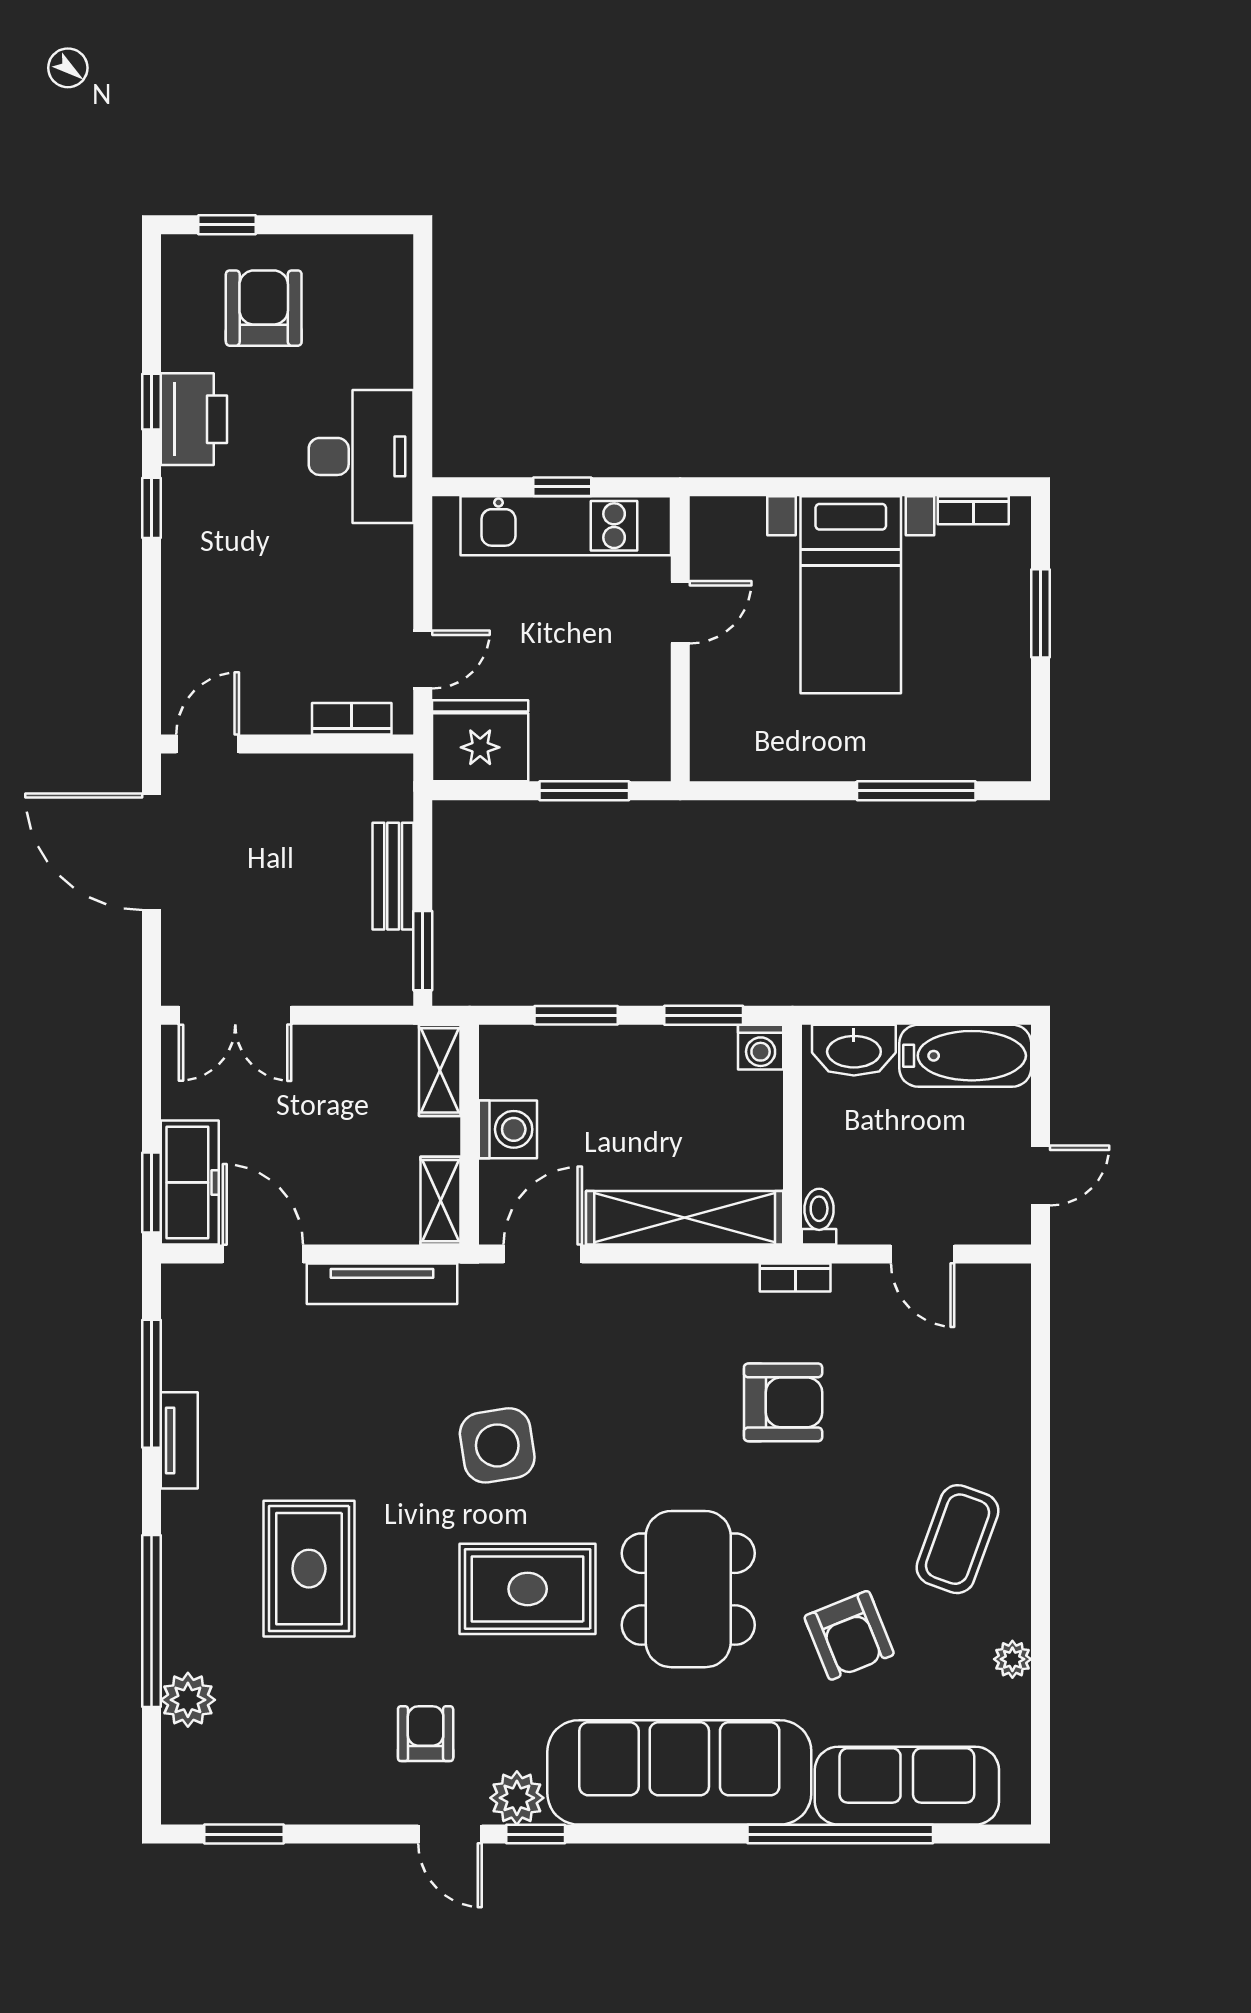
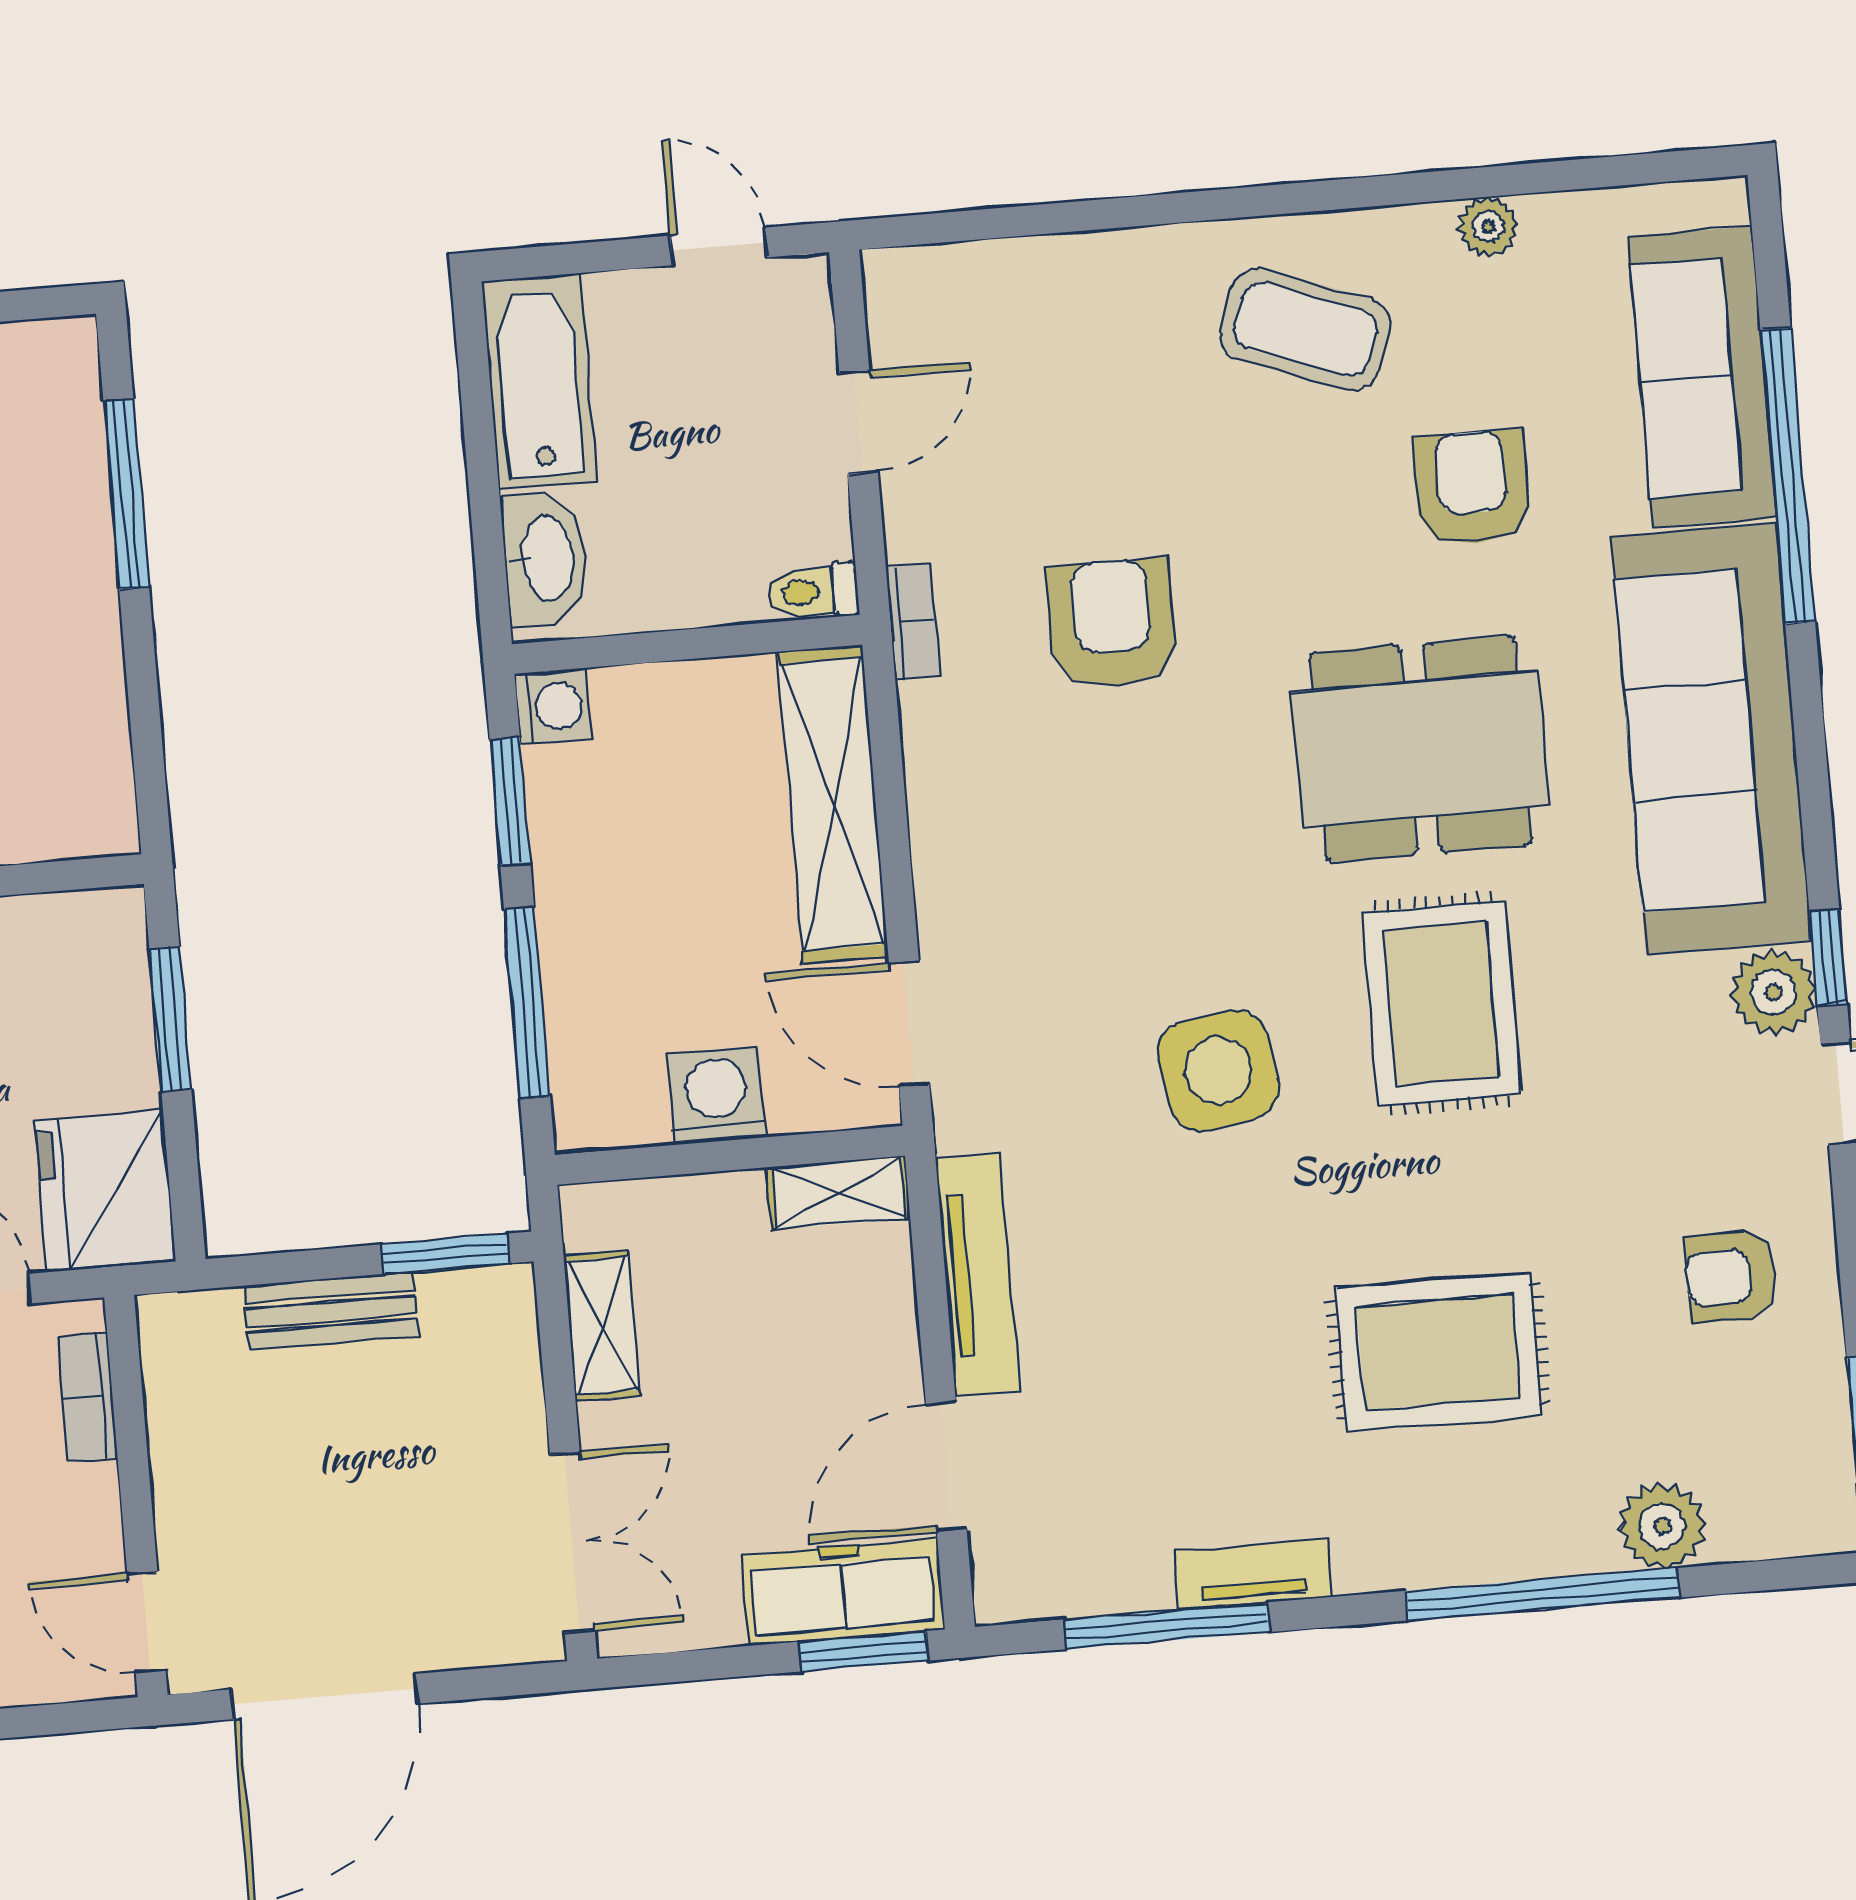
window: (576, 1015) -> (527, 1003), width x1.44
shelving: (440, 1070) -> (602, 1326), moved, turned 90
armchair: (849, 1635) -> (1472, 488), turned -68
armchair: (426, 1734) -> (1731, 1277), moved

